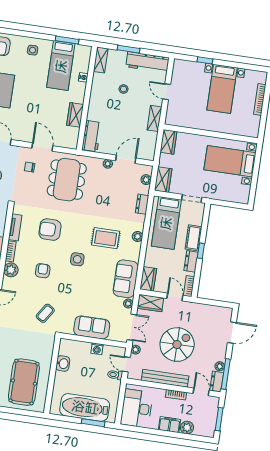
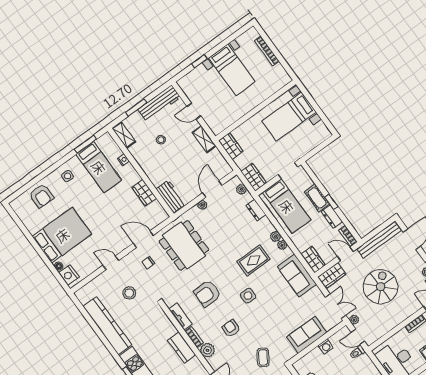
plant: (128, 304) -> (282, 245), moved
bench: (165, 378) -> (379, 240), moved

